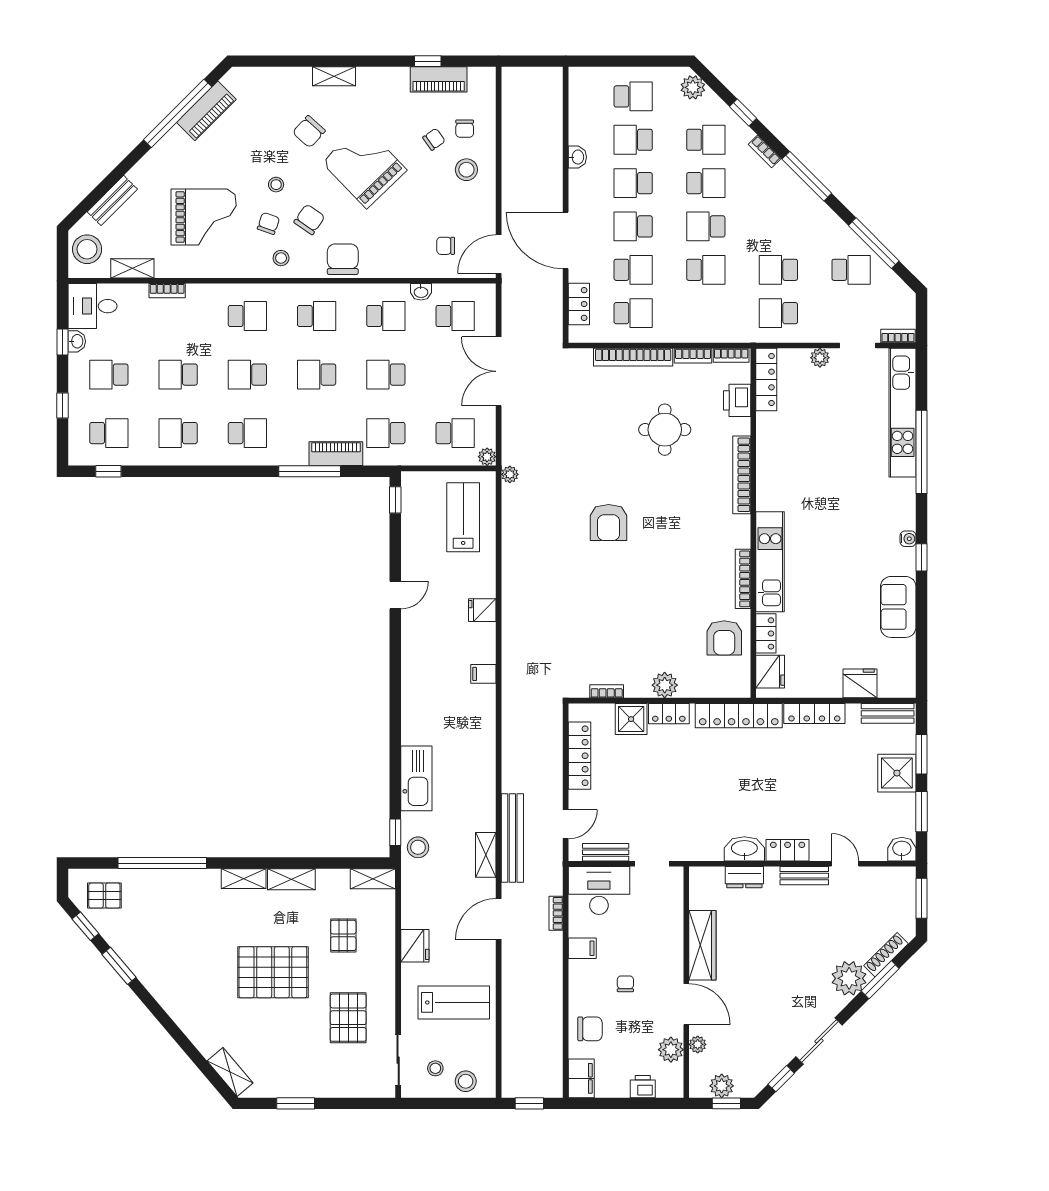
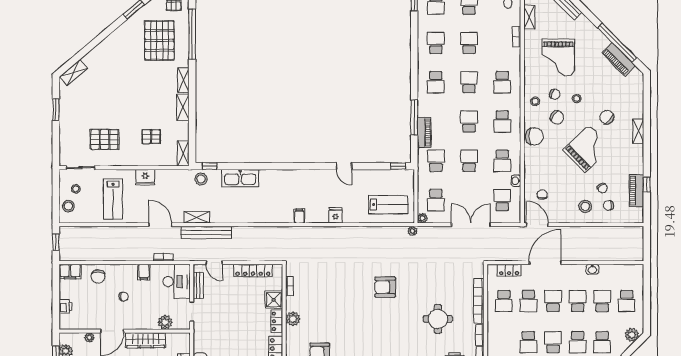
school desk: (455, 316) -> (502, 200), turned 180
pallet: (273, 972) -> (159, 40), moved
plant: (671, 1050) -> (165, 322), moved

